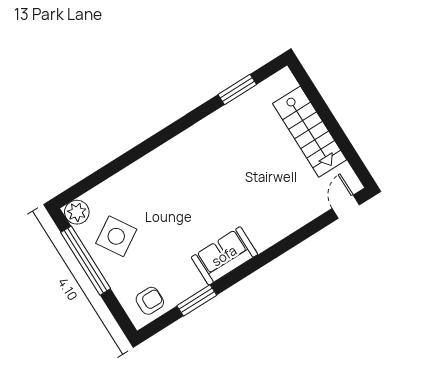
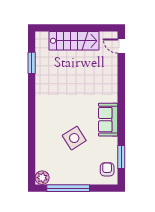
side table: (116, 236) -> (74, 138), moved
window: (197, 300) -> (121, 157), moved

